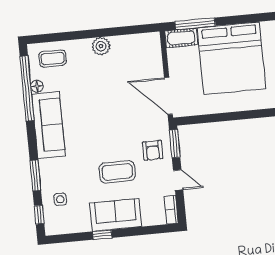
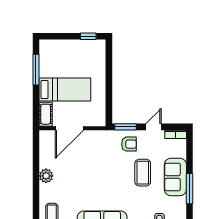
window: (195, 24) -> (36, 70), moved
bed: (232, 58) -> (65, 90), width x0.49
door: (168, 96) -> (69, 128), moved
window: (102, 235) -> (189, 189), width x2.17

